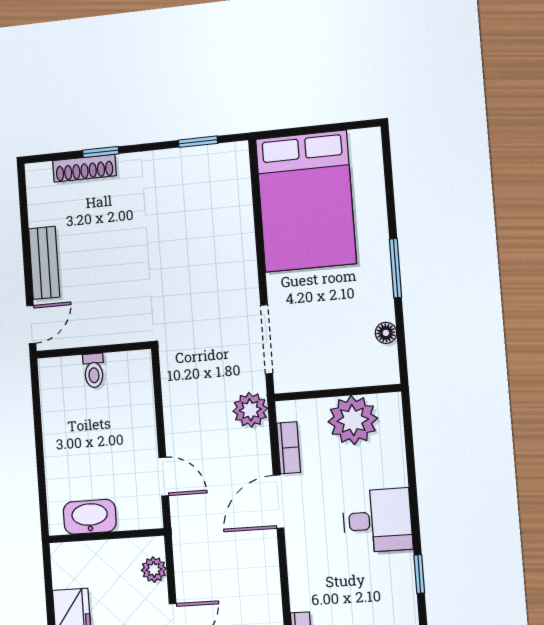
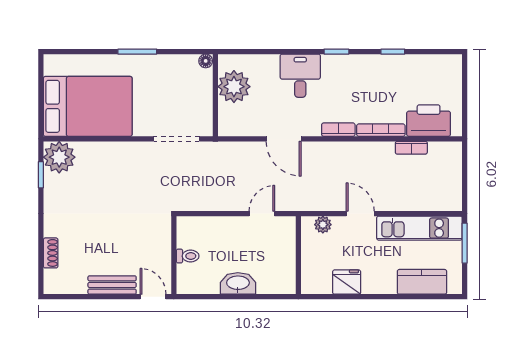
window: (101, 152) -> (41, 241), removed
shoe rack: (84, 168) -> (51, 253), width x0.70
floor lamp: (386, 333) -> (206, 61), moved
plant: (250, 410) -> (59, 157), moved, width x1.36, depth x1.36
bookcase: (289, 448) -> (338, 130), moved
washbasin: (90, 517) -> (238, 283), moved, turned 90

